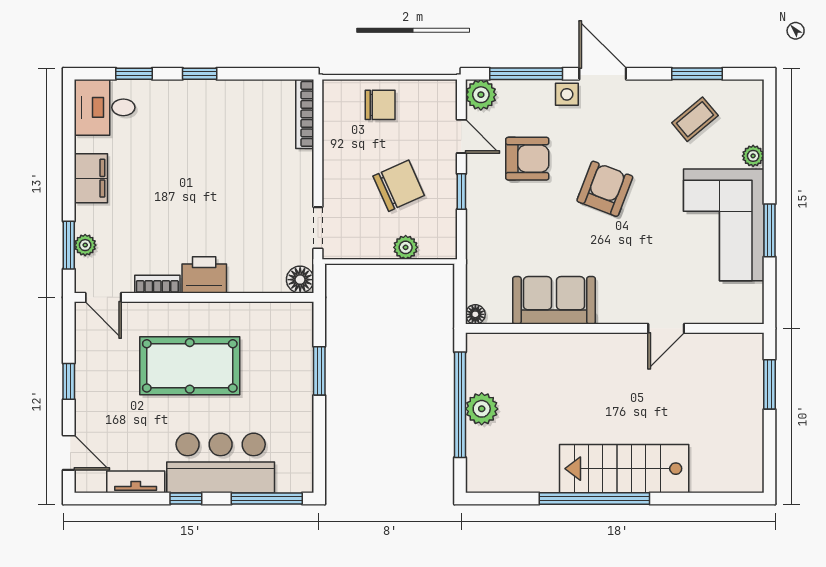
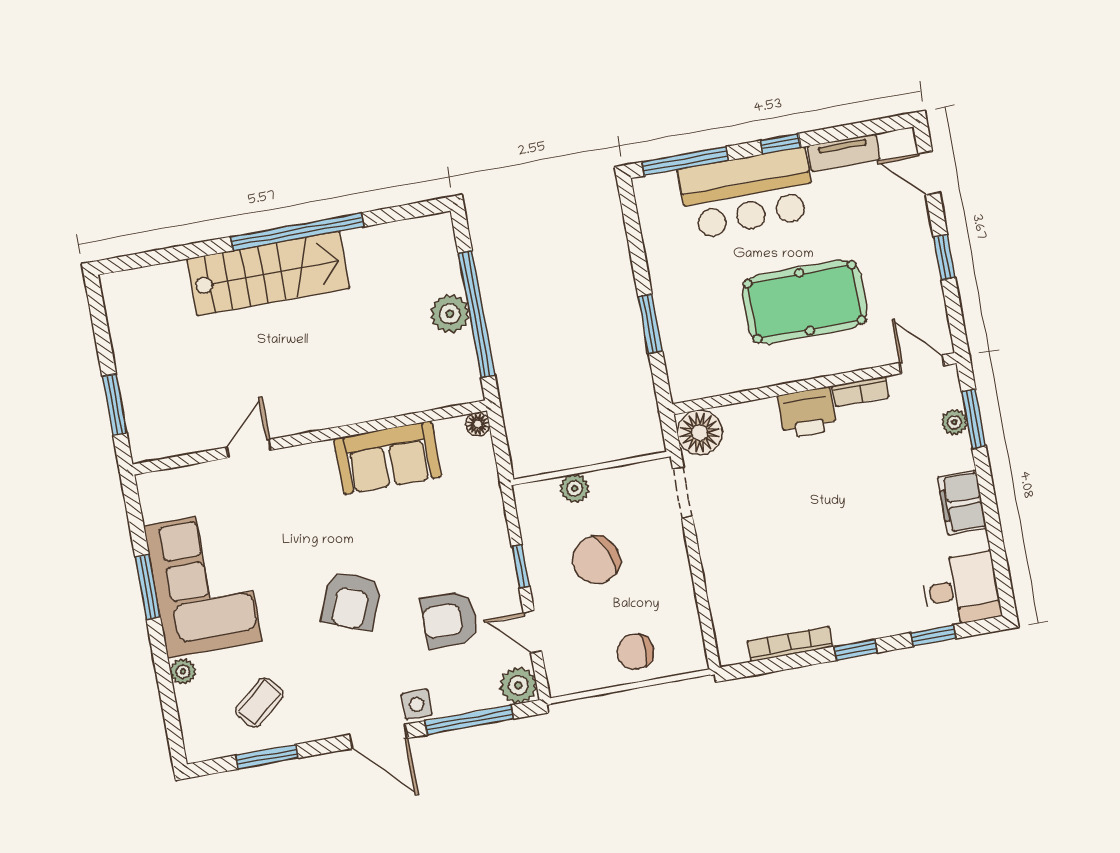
bookcase: (305, 114) -> (790, 644), moved, turned -90
floor lamp: (300, 280) -> (700, 432), width x1.38, depth x1.38

